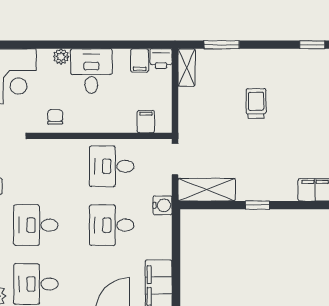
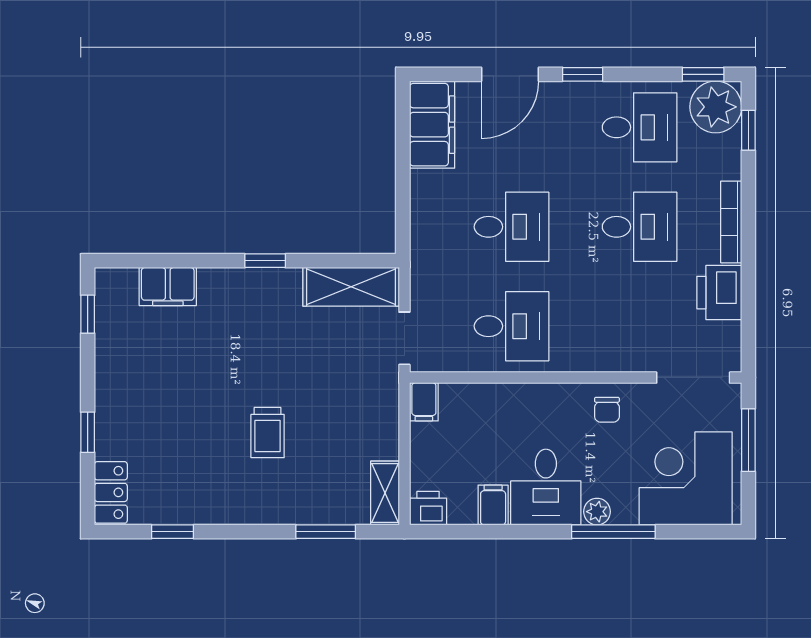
window: (51, 45) -> (613, 532), added
filing cabinet: (140, 60) -> (493, 505), moved
filing cabinet: (146, 122) -> (424, 402), moved
water cooler: (162, 205) -> (426, 260), removed

